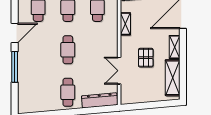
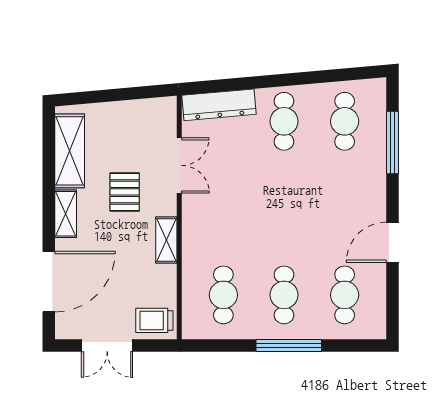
shelving: (125, 24) -> (166, 240), moved
cafe table: (68, 50) -> (345, 121), moved
window: (15, 67) -> (392, 143), moved

